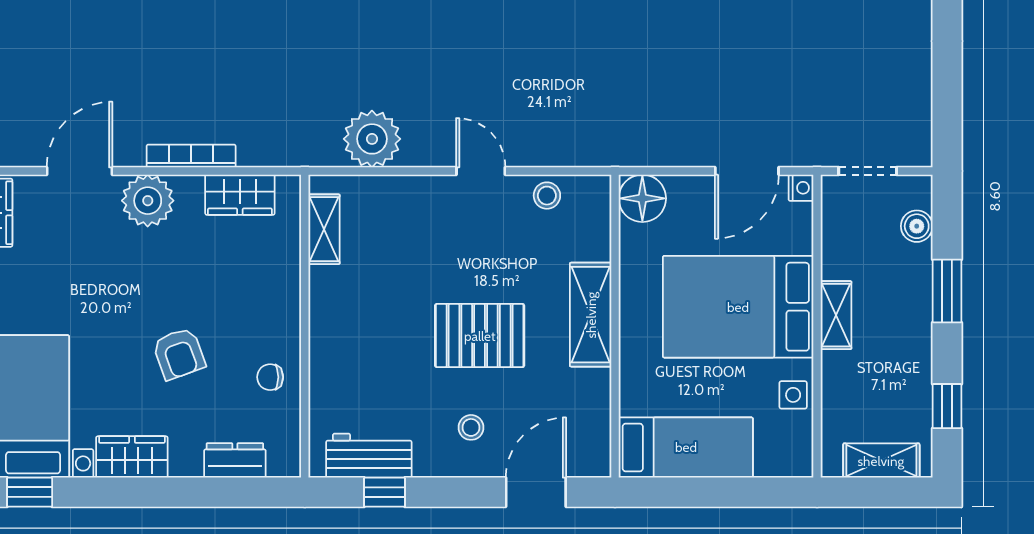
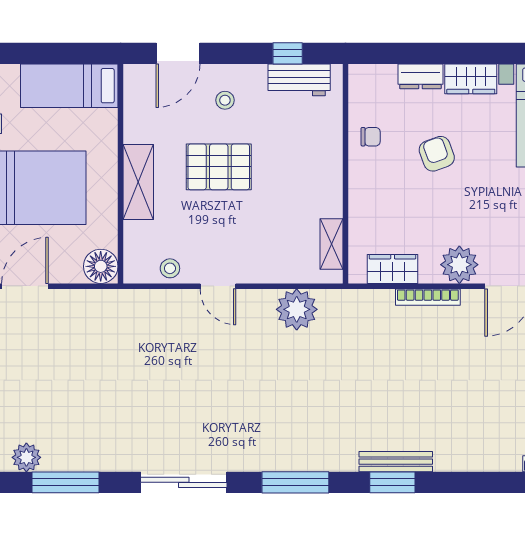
dresser: (235, 460) -> (420, 76), moved

